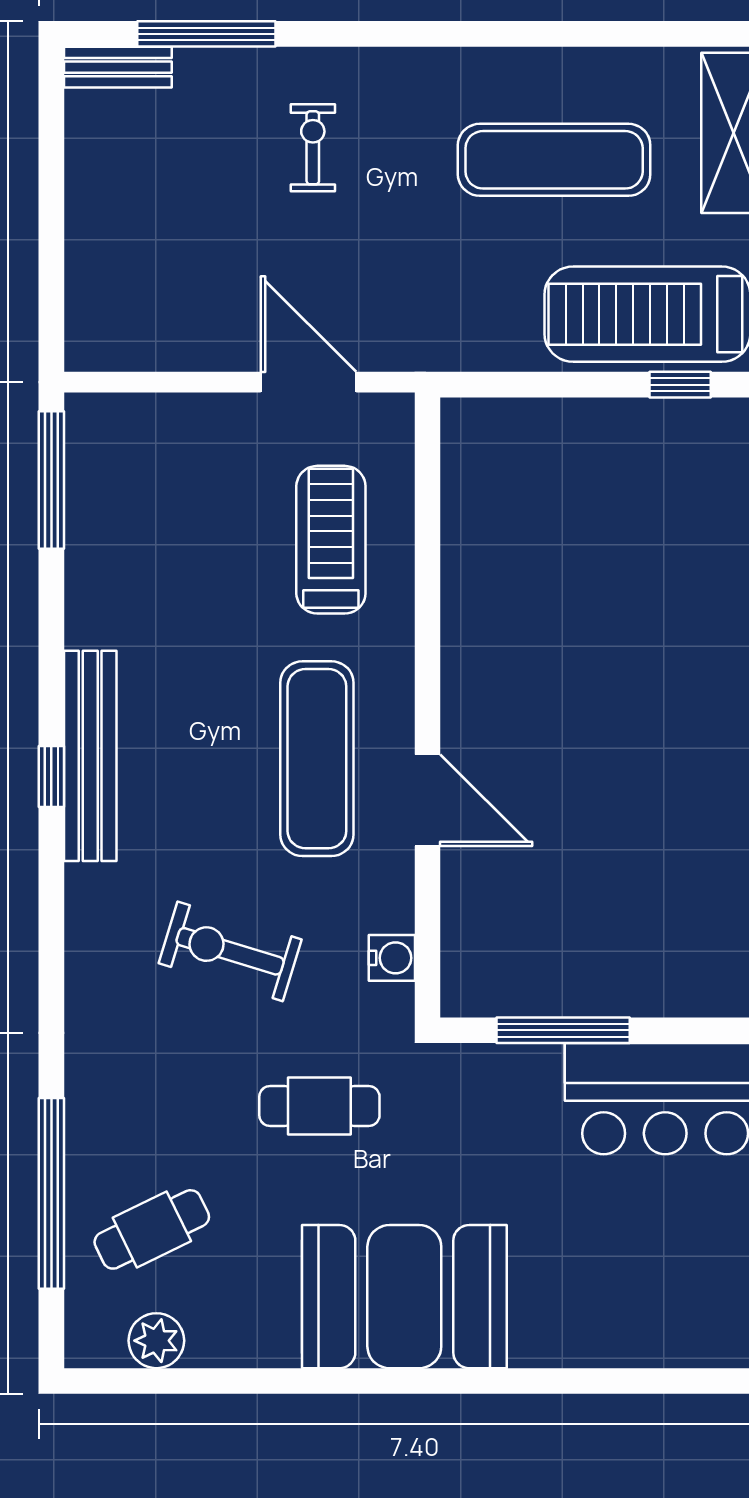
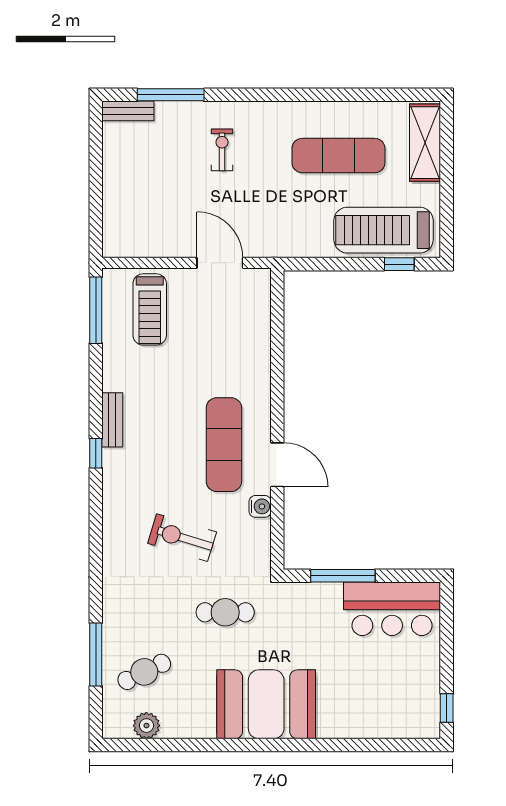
treadmill: (331, 540) -> (150, 309), moved, turned 180
bench: (90, 756) -> (112, 420), width x0.54, depth x0.82
water cooler: (392, 958) -> (260, 506), moved
window: (51, 1193) -> (96, 654), width x0.68

